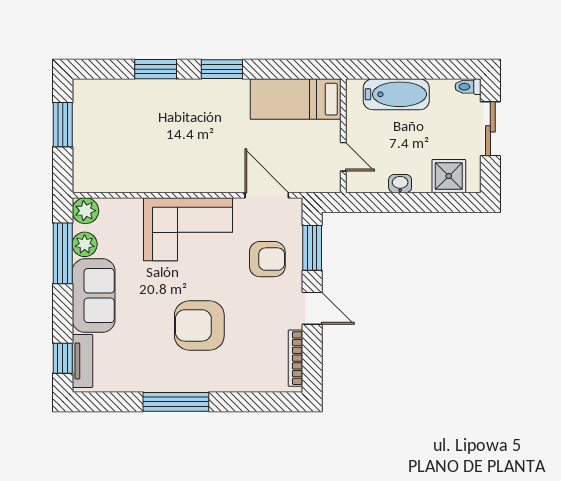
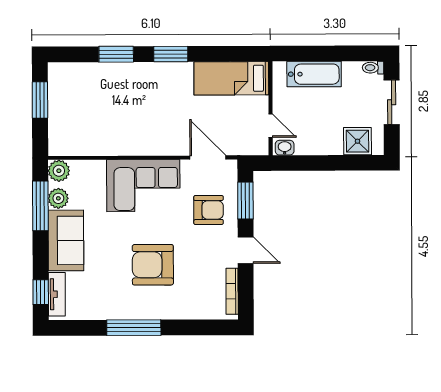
washbasin: (400, 184) -> (285, 148), moved

